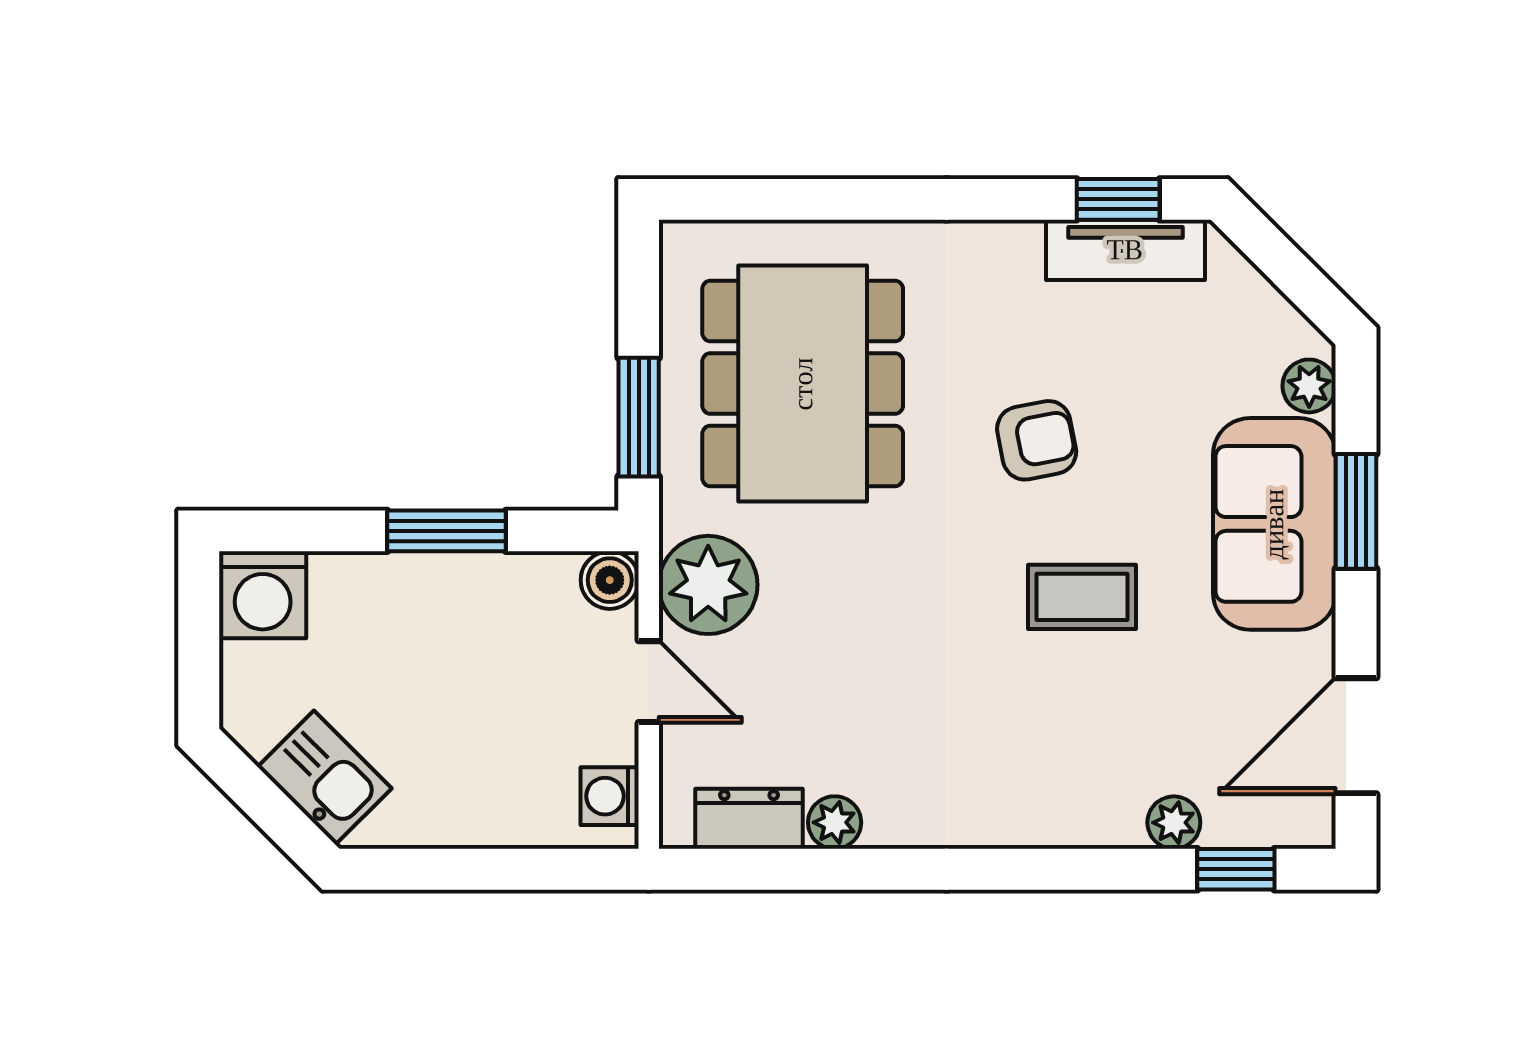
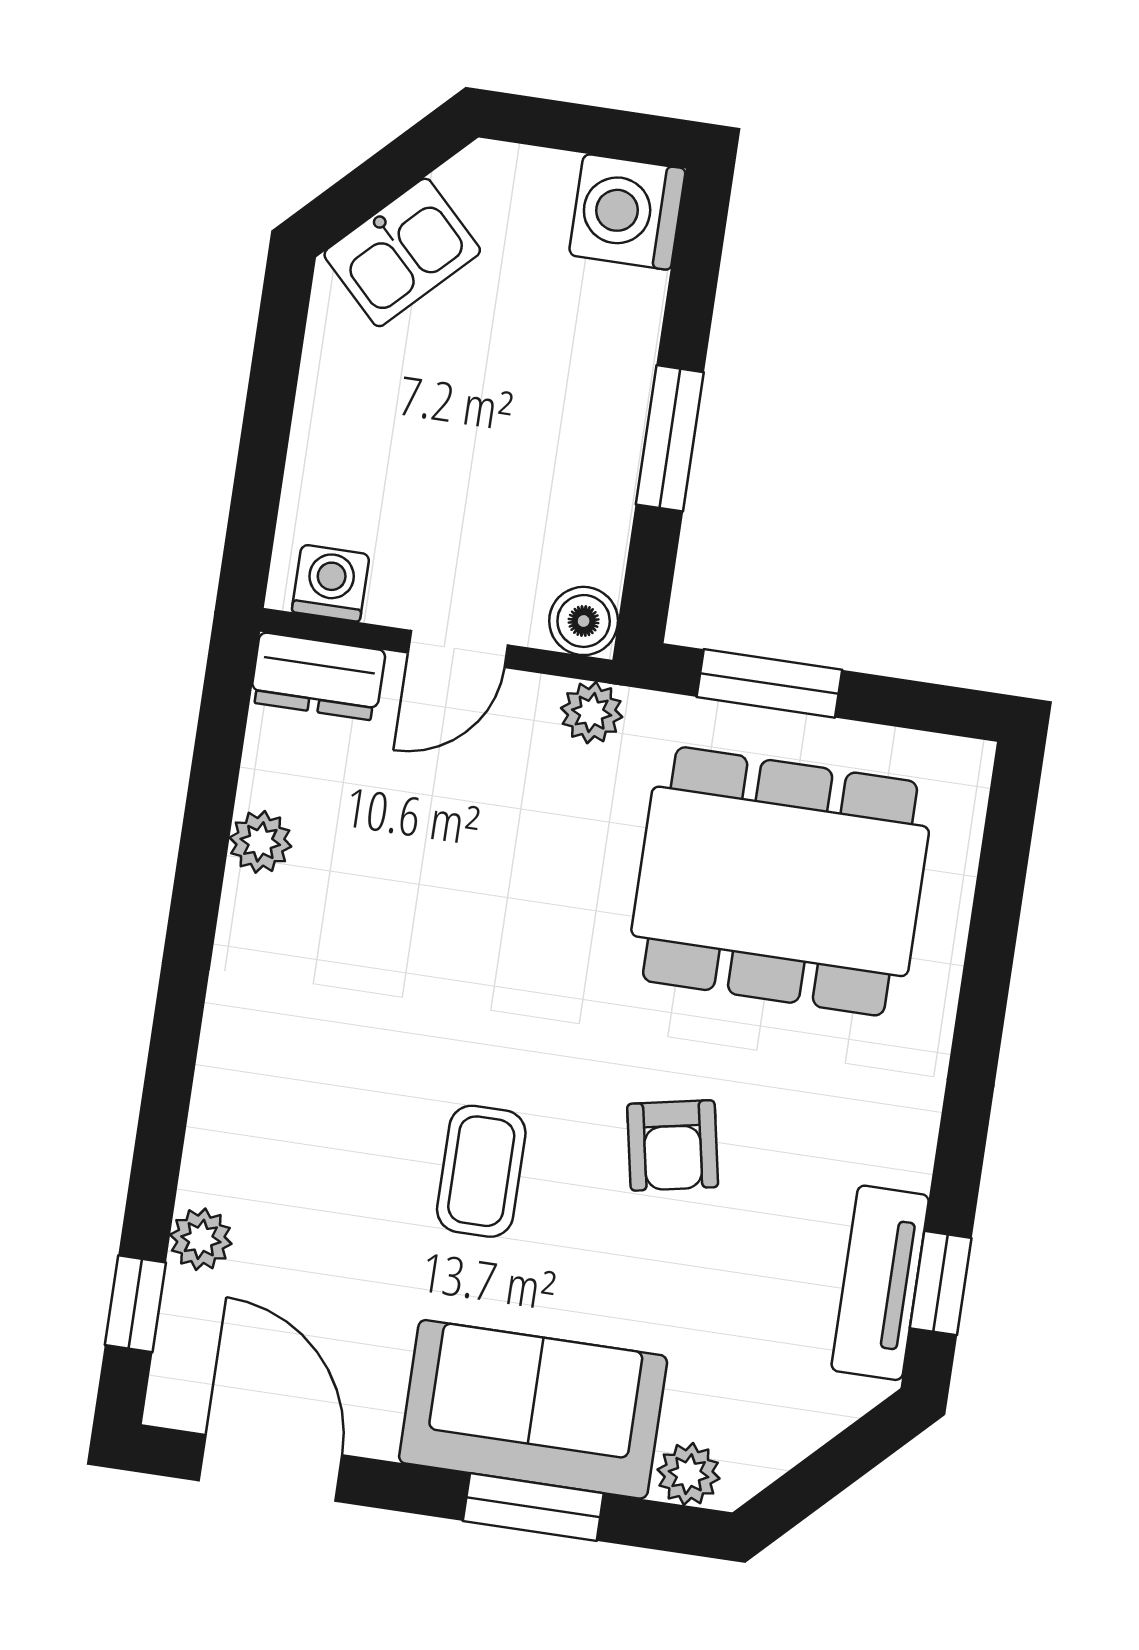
plant: (708, 585) -> (592, 713), width x0.53, depth x0.53
dresser: (749, 819) -> (318, 676), moved, turned 90

